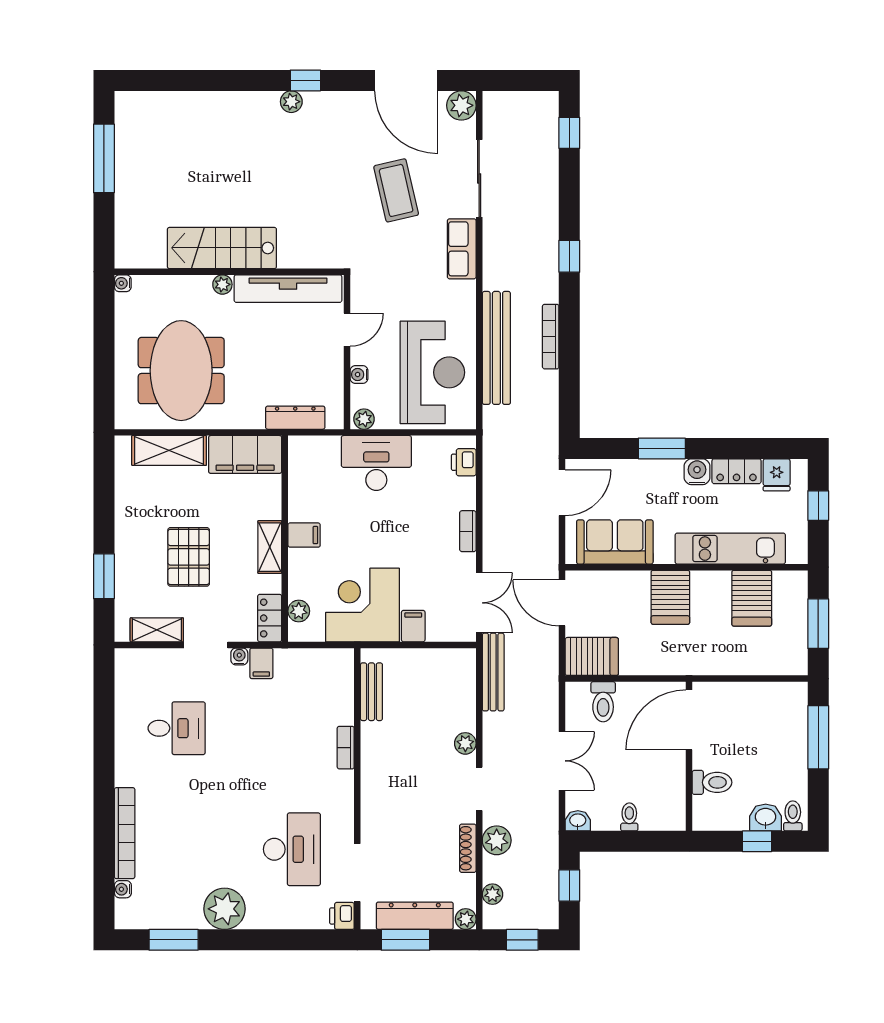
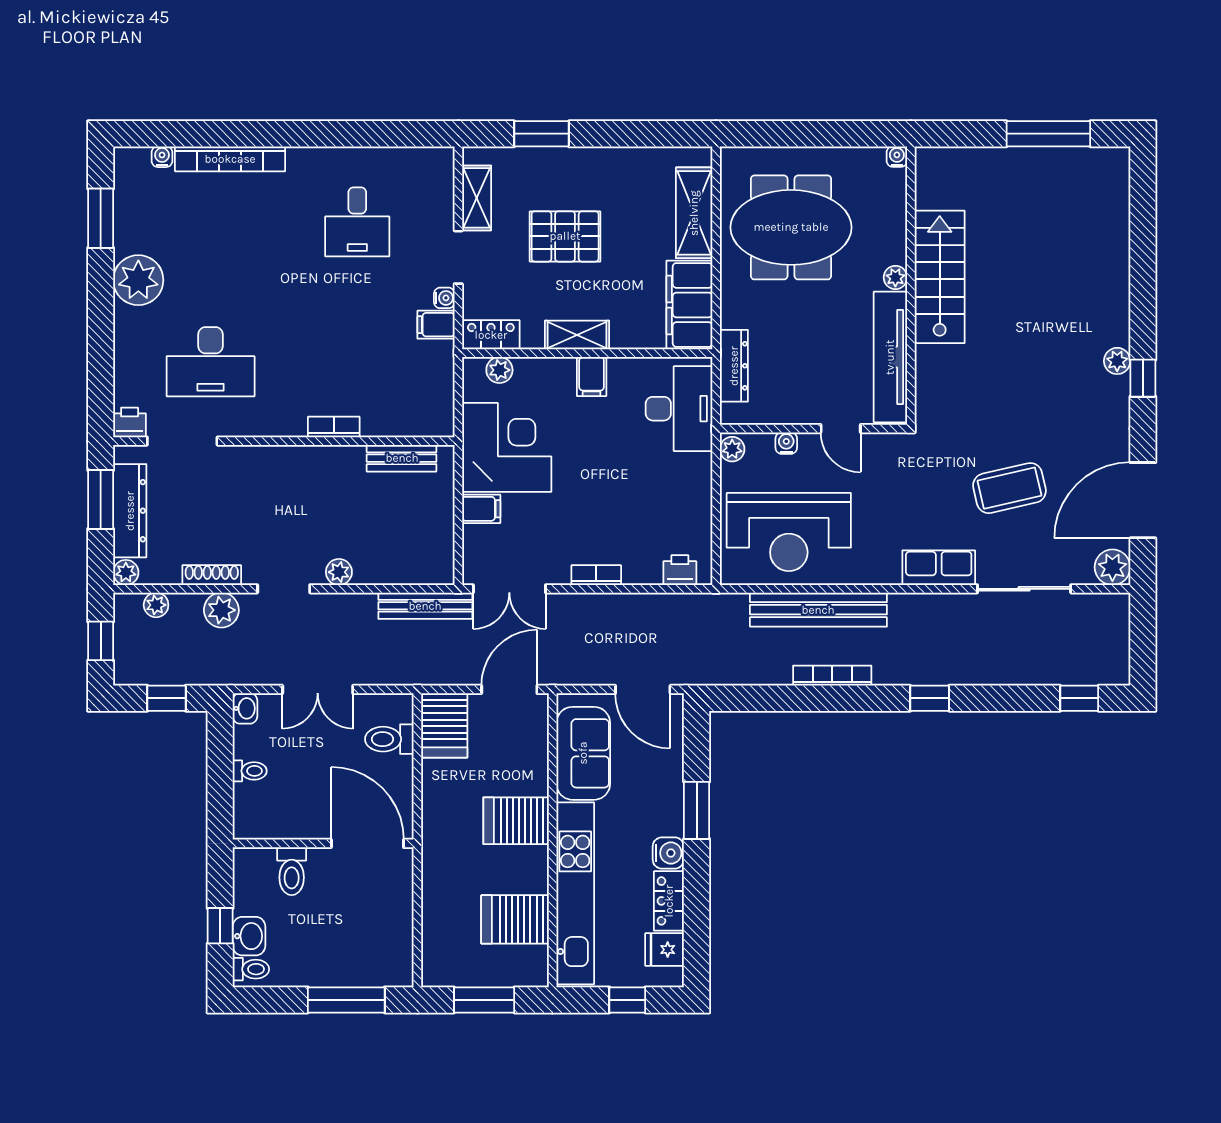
desk: (376, 463) -> (679, 409), moved
kitchen unit: (730, 549) -> (575, 893), width x1.36

